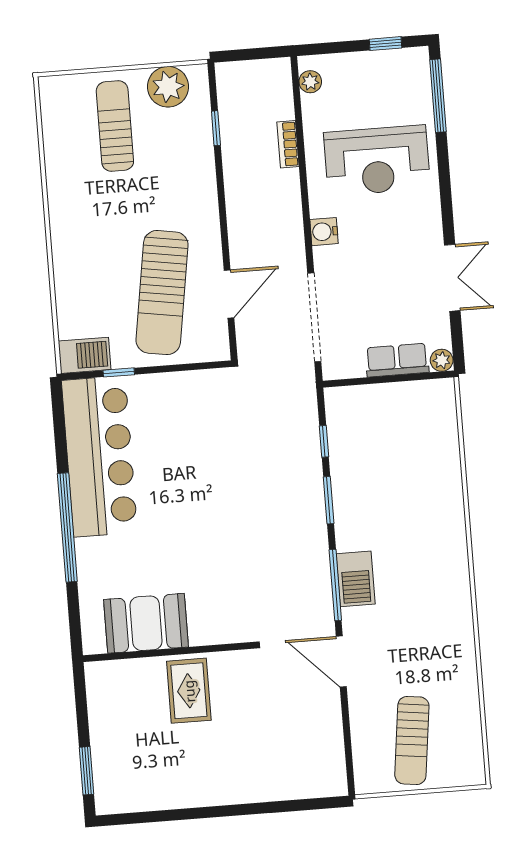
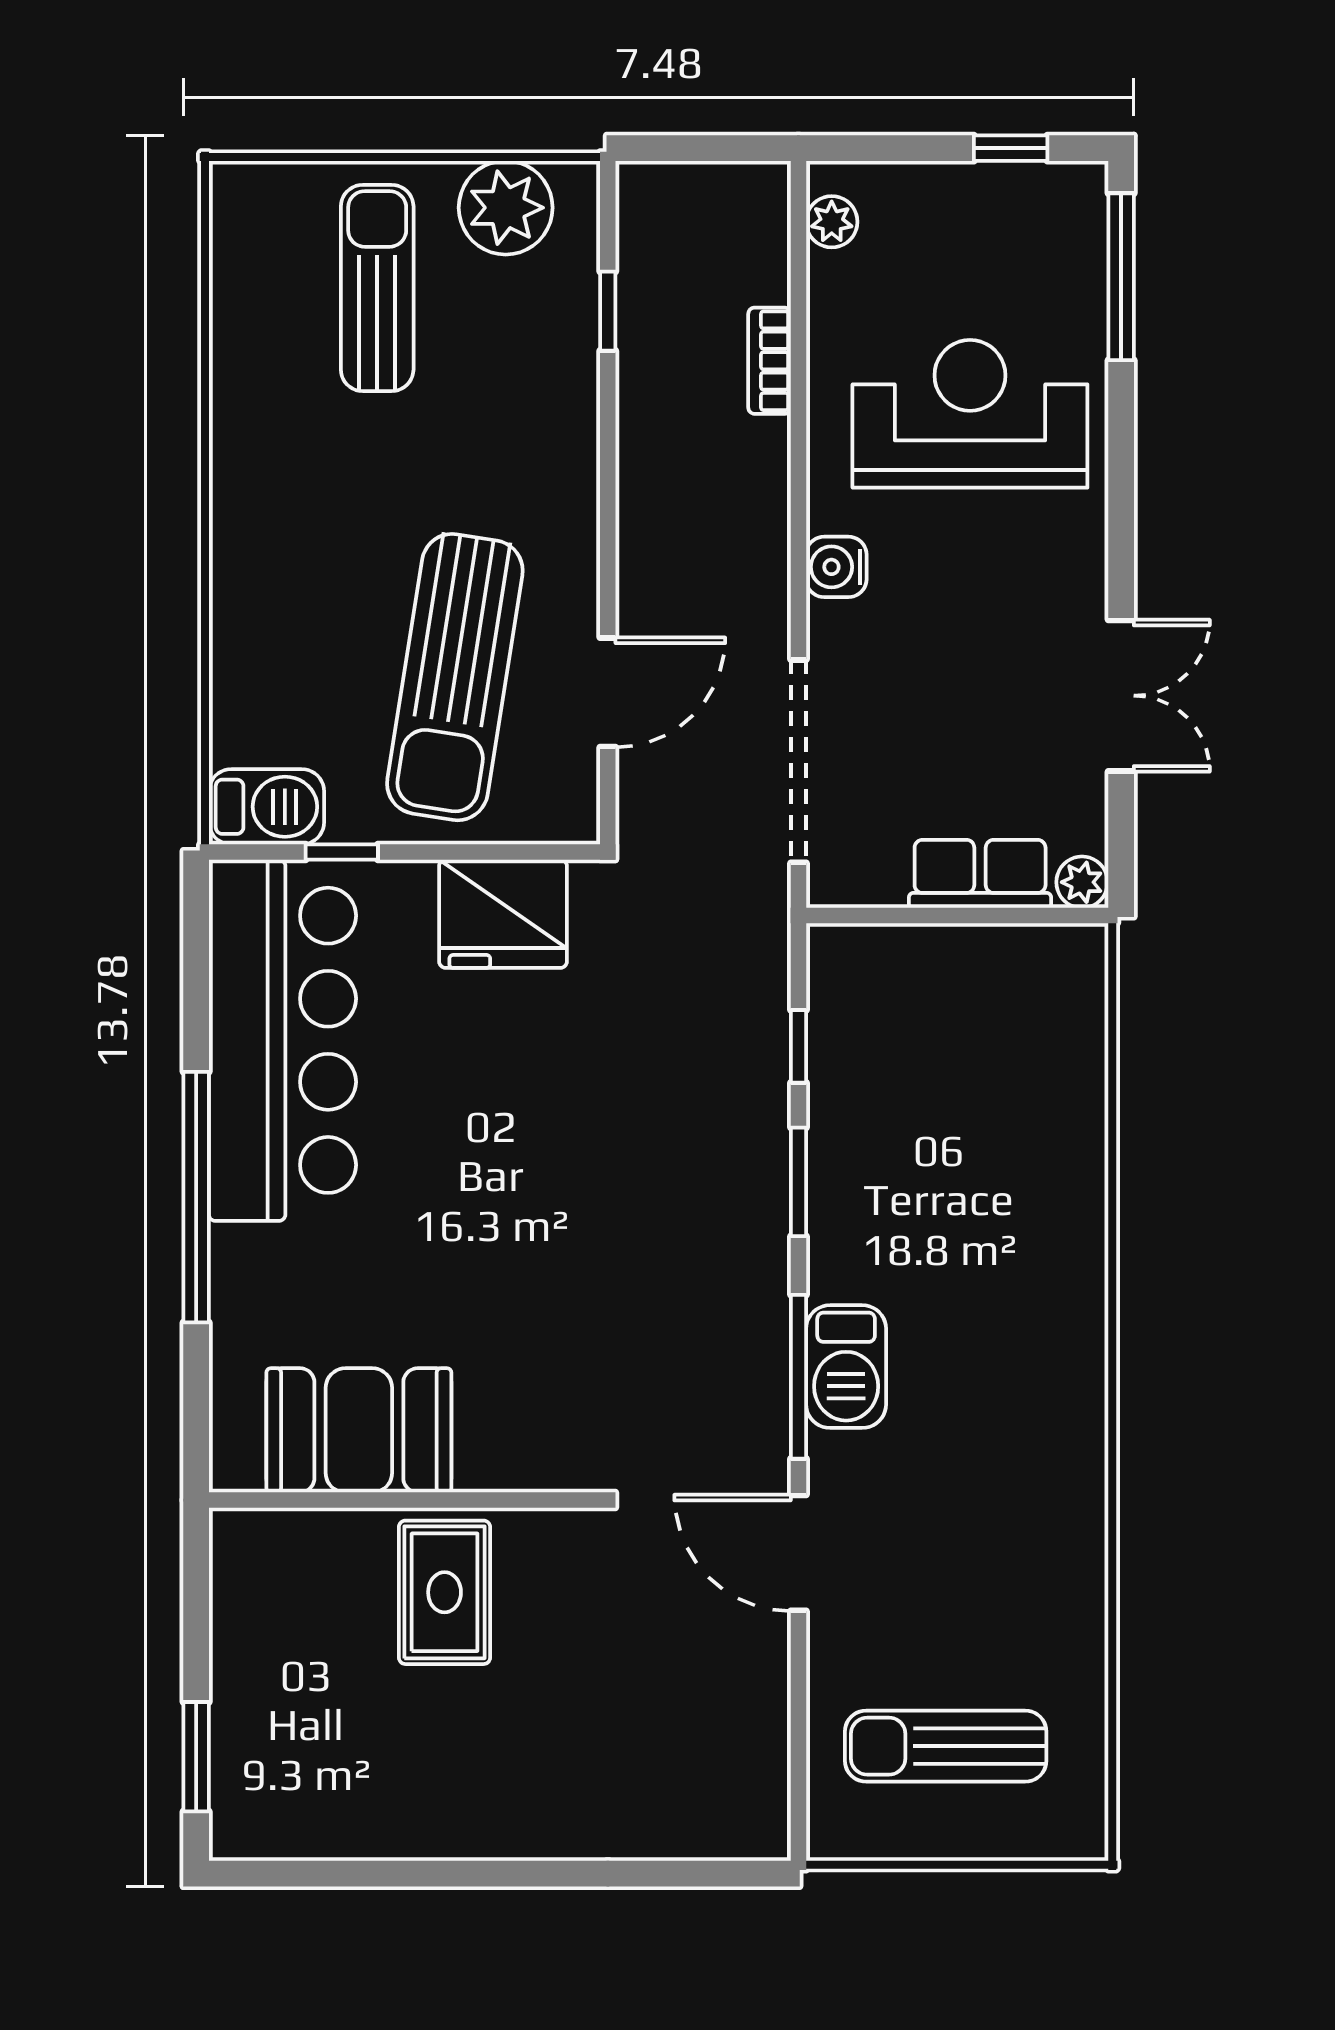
reception desk: (377, 160) -> (970, 414), turned 180
fridge: (191, 394) -> (503, 914), added
sun lounger: (412, 740) -> (946, 1746), turned 83

